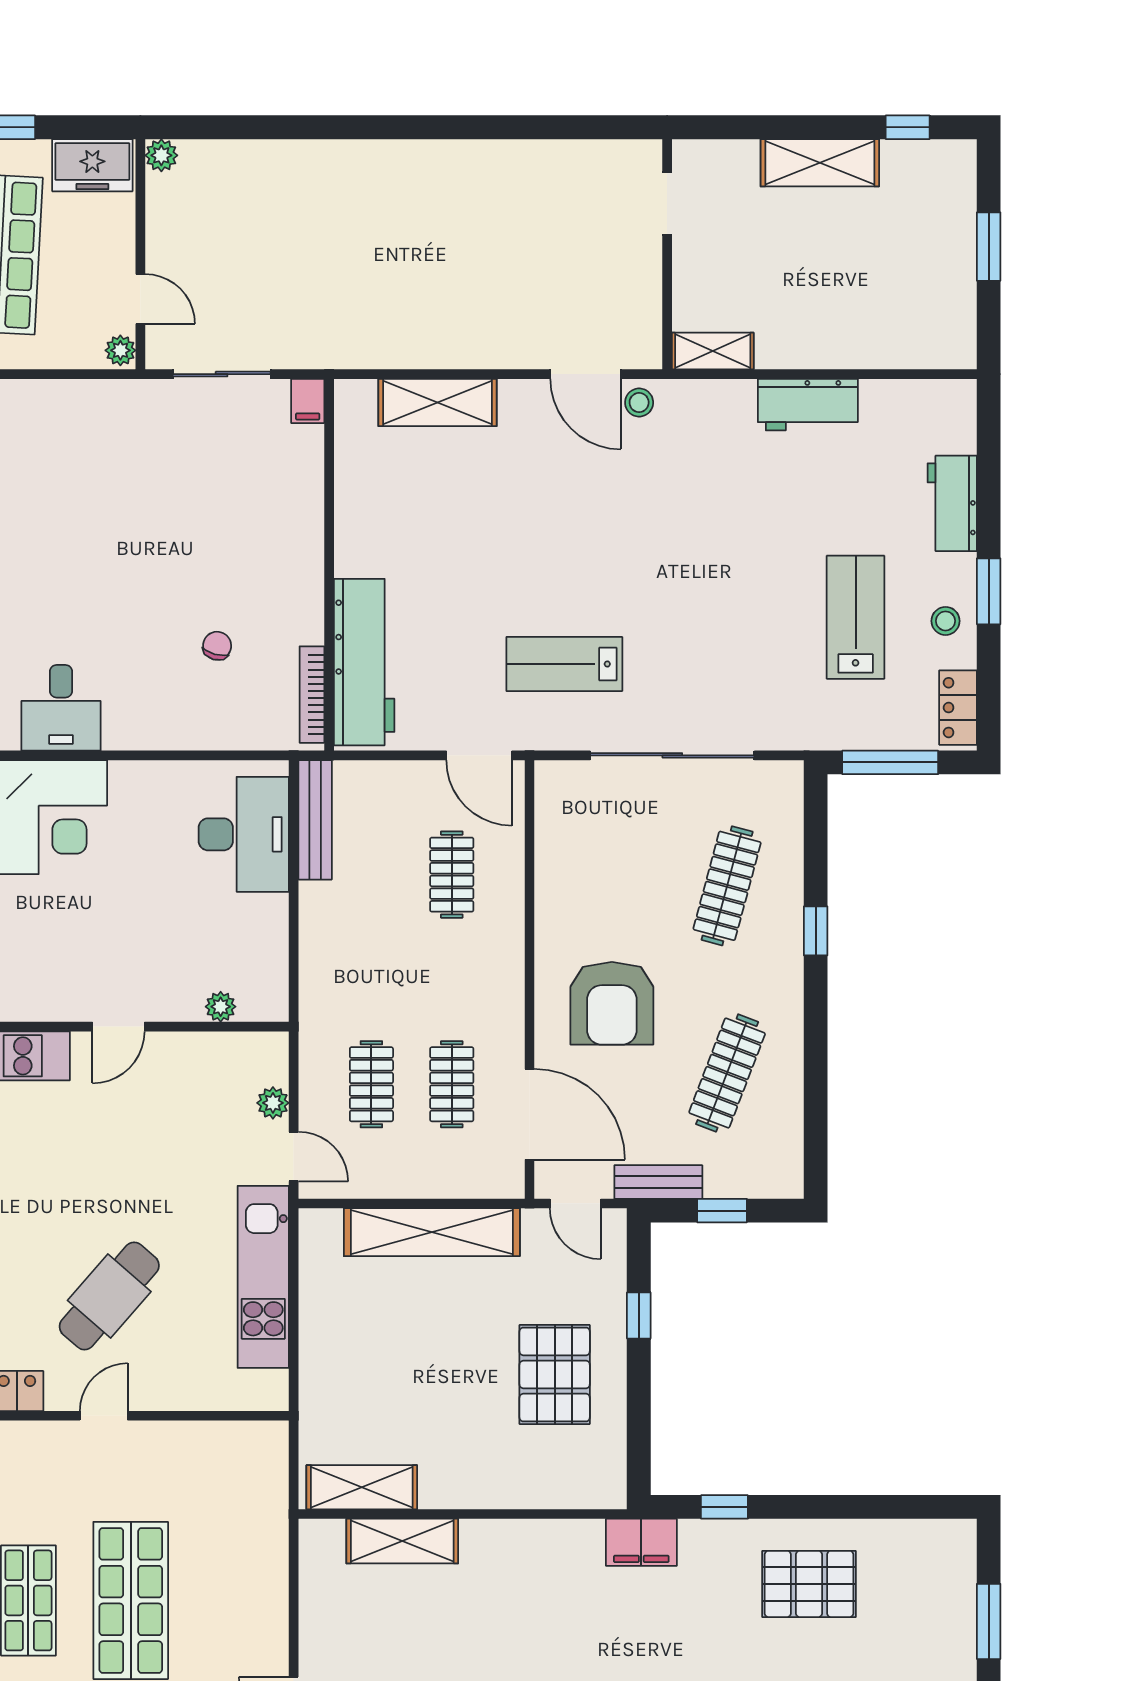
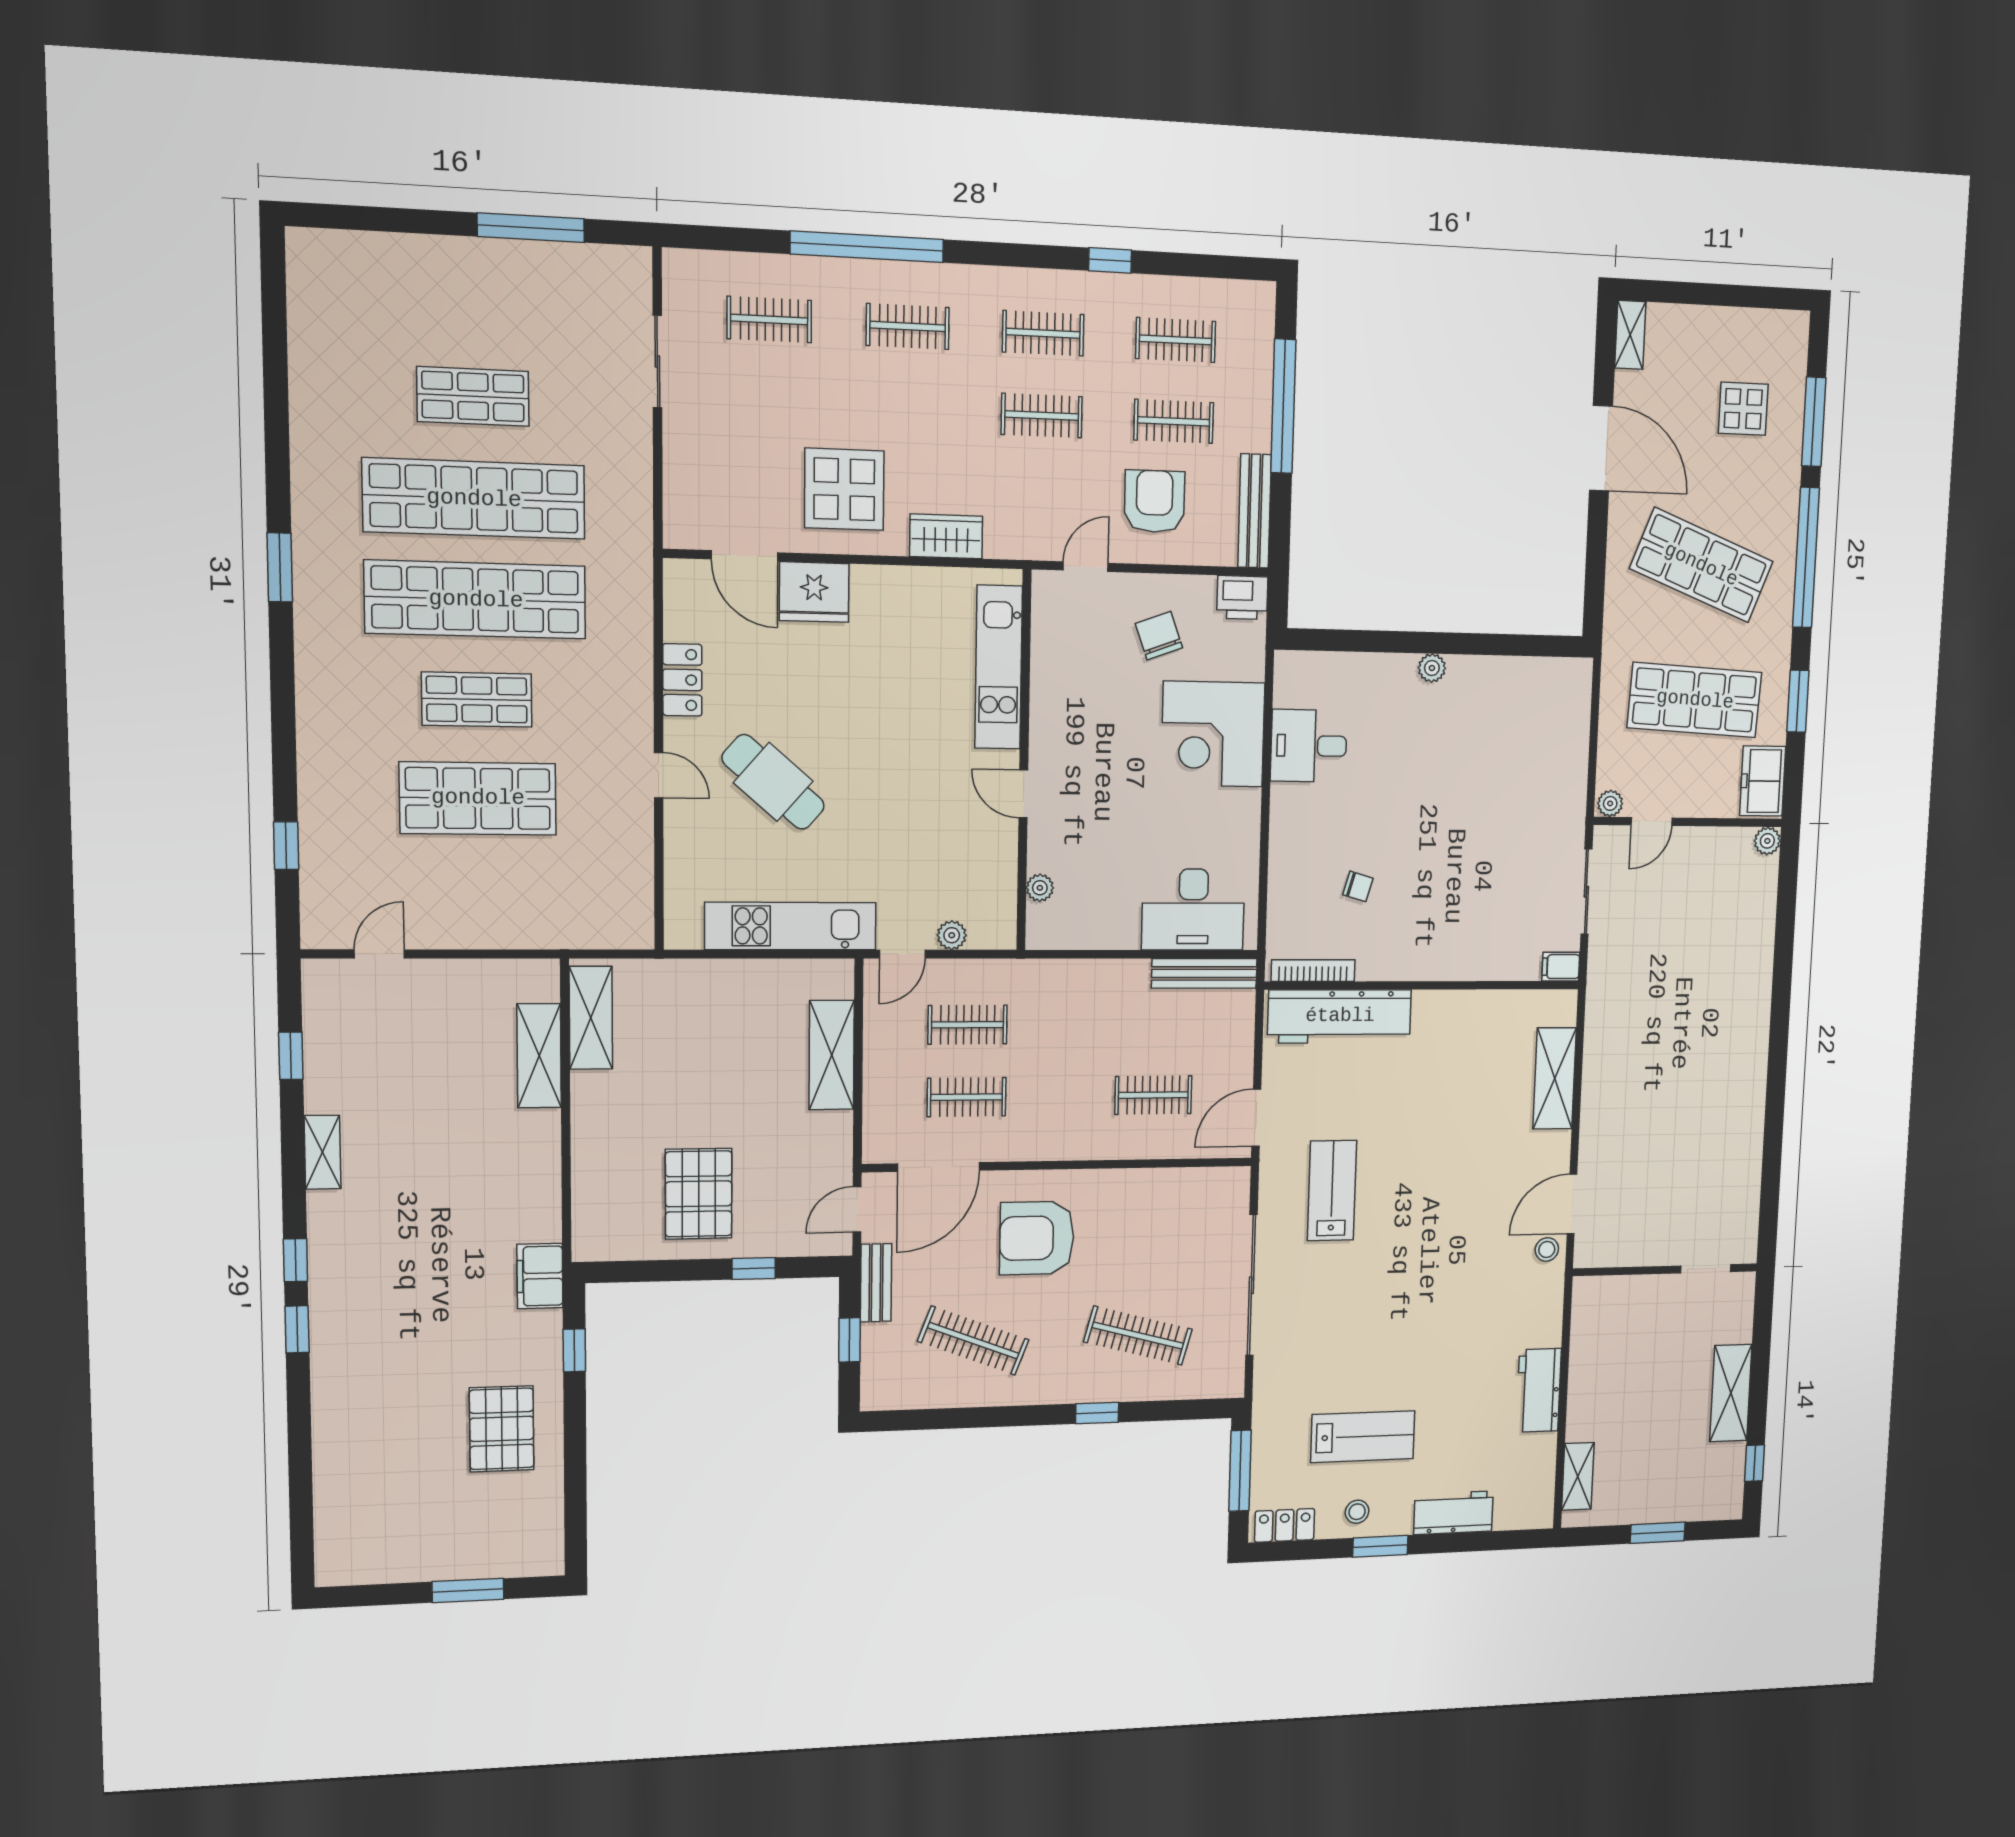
shelving: (713, 351) -> (1578, 1476), moved
shelving: (432, 1232) -> (832, 1055), width x0.68
pallet: (555, 1374) -> (699, 1194), turned 90

